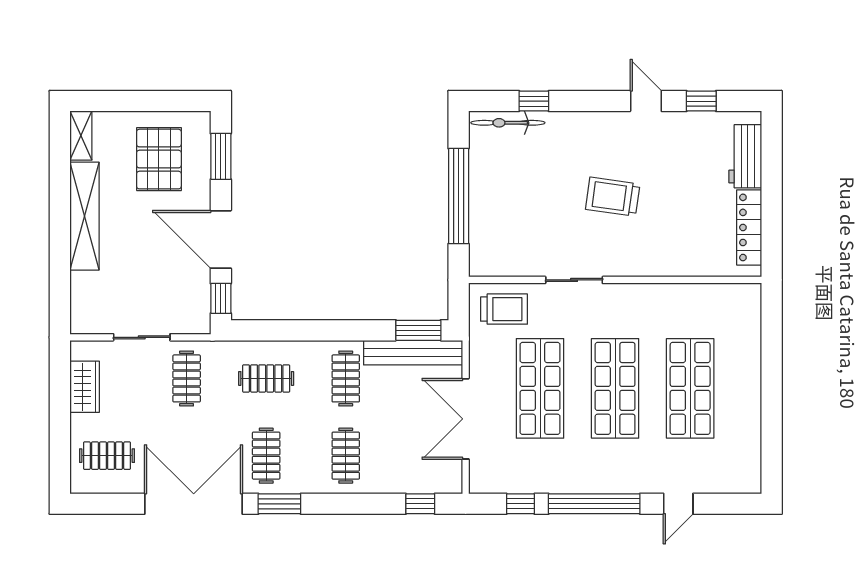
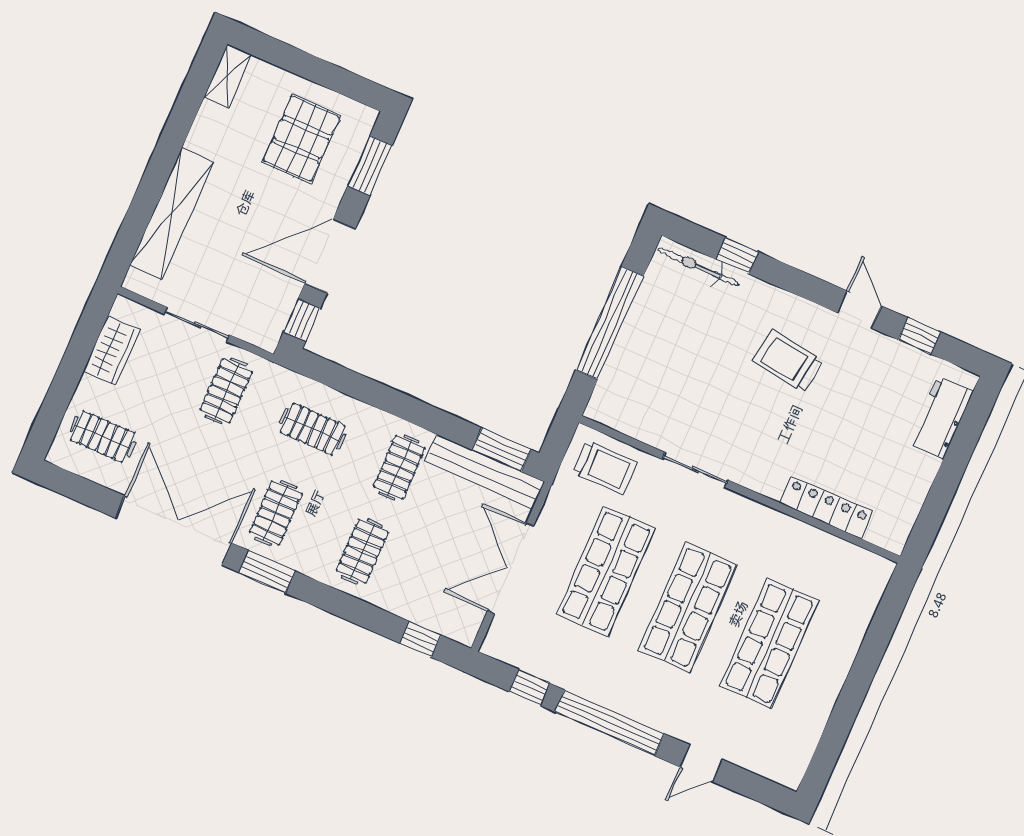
trolley: (613, 197) -> (788, 361), moved
shelving: (84, 216) -> (172, 213), moved
locker: (749, 227) -> (826, 507), moved, turned 90
door: (221, 239) -> (330, 256), hinge flipped

